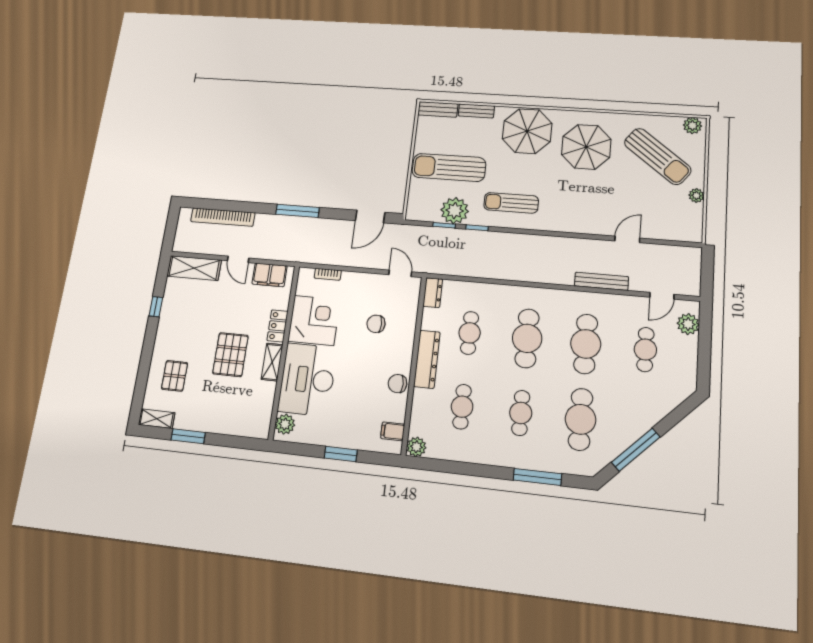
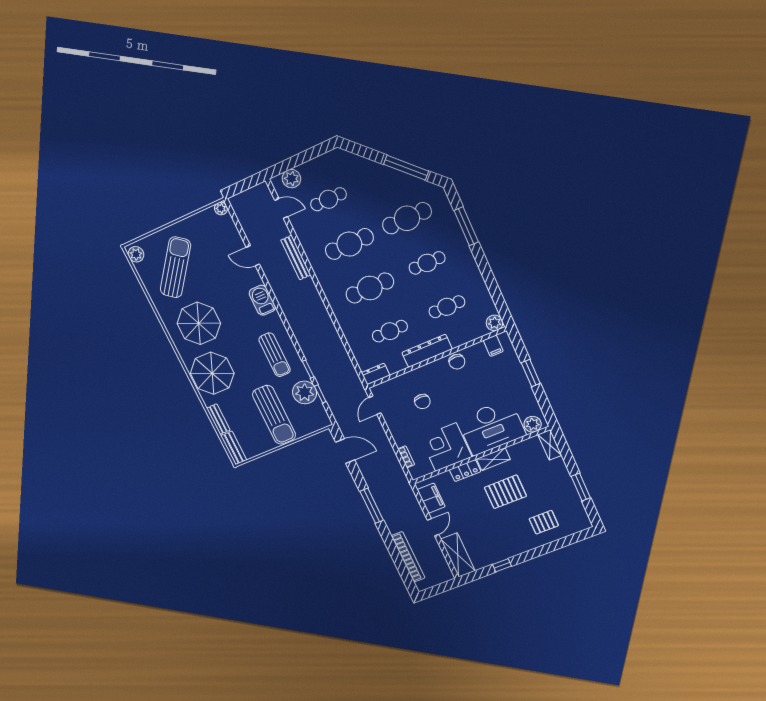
plant: (696, 196) -> (221, 208), moved
barbecue: (575, 223) -> (262, 300), added
shelving: (157, 419) -> (550, 445), moved

